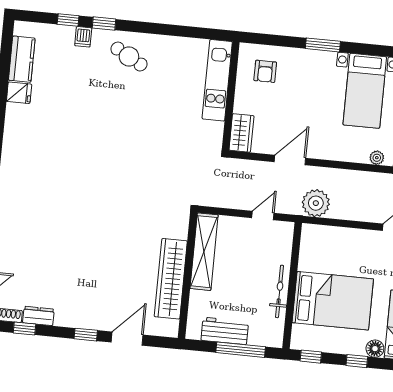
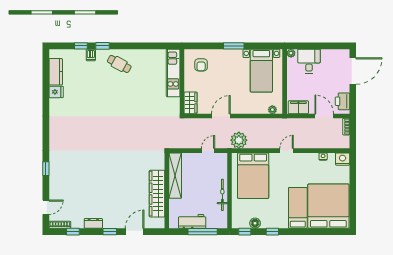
bed: (333, 301) -> (253, 176), moved, turned 90
dresser: (38, 316) -> (93, 223), moved
floor lamp: (375, 349) -> (255, 223), moved

